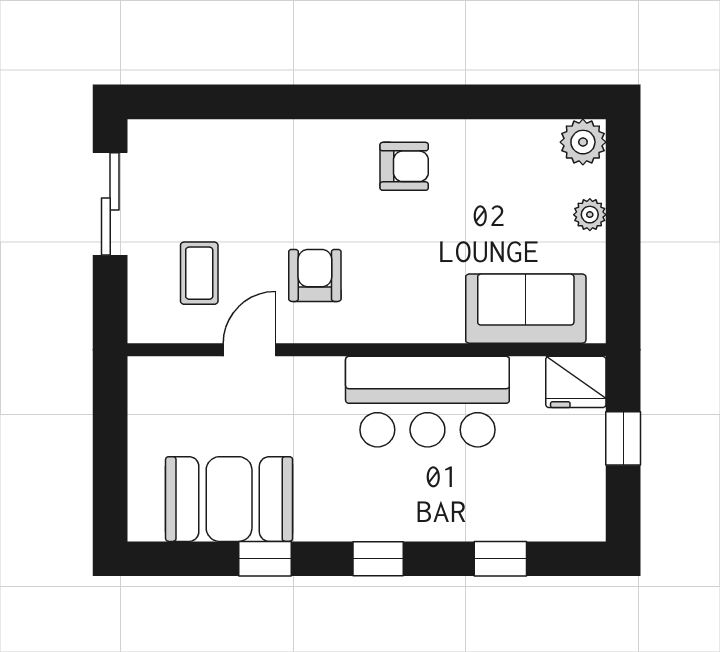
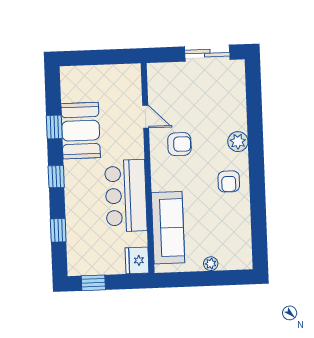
plant: (583, 142) -> (238, 142), moved
coffee table: (199, 273) -> (178, 93), removed
sofa: (526, 309) -> (168, 228), width x1.36
window: (623, 438) -> (93, 283), moved
booth: (229, 499) -> (81, 131), moved

